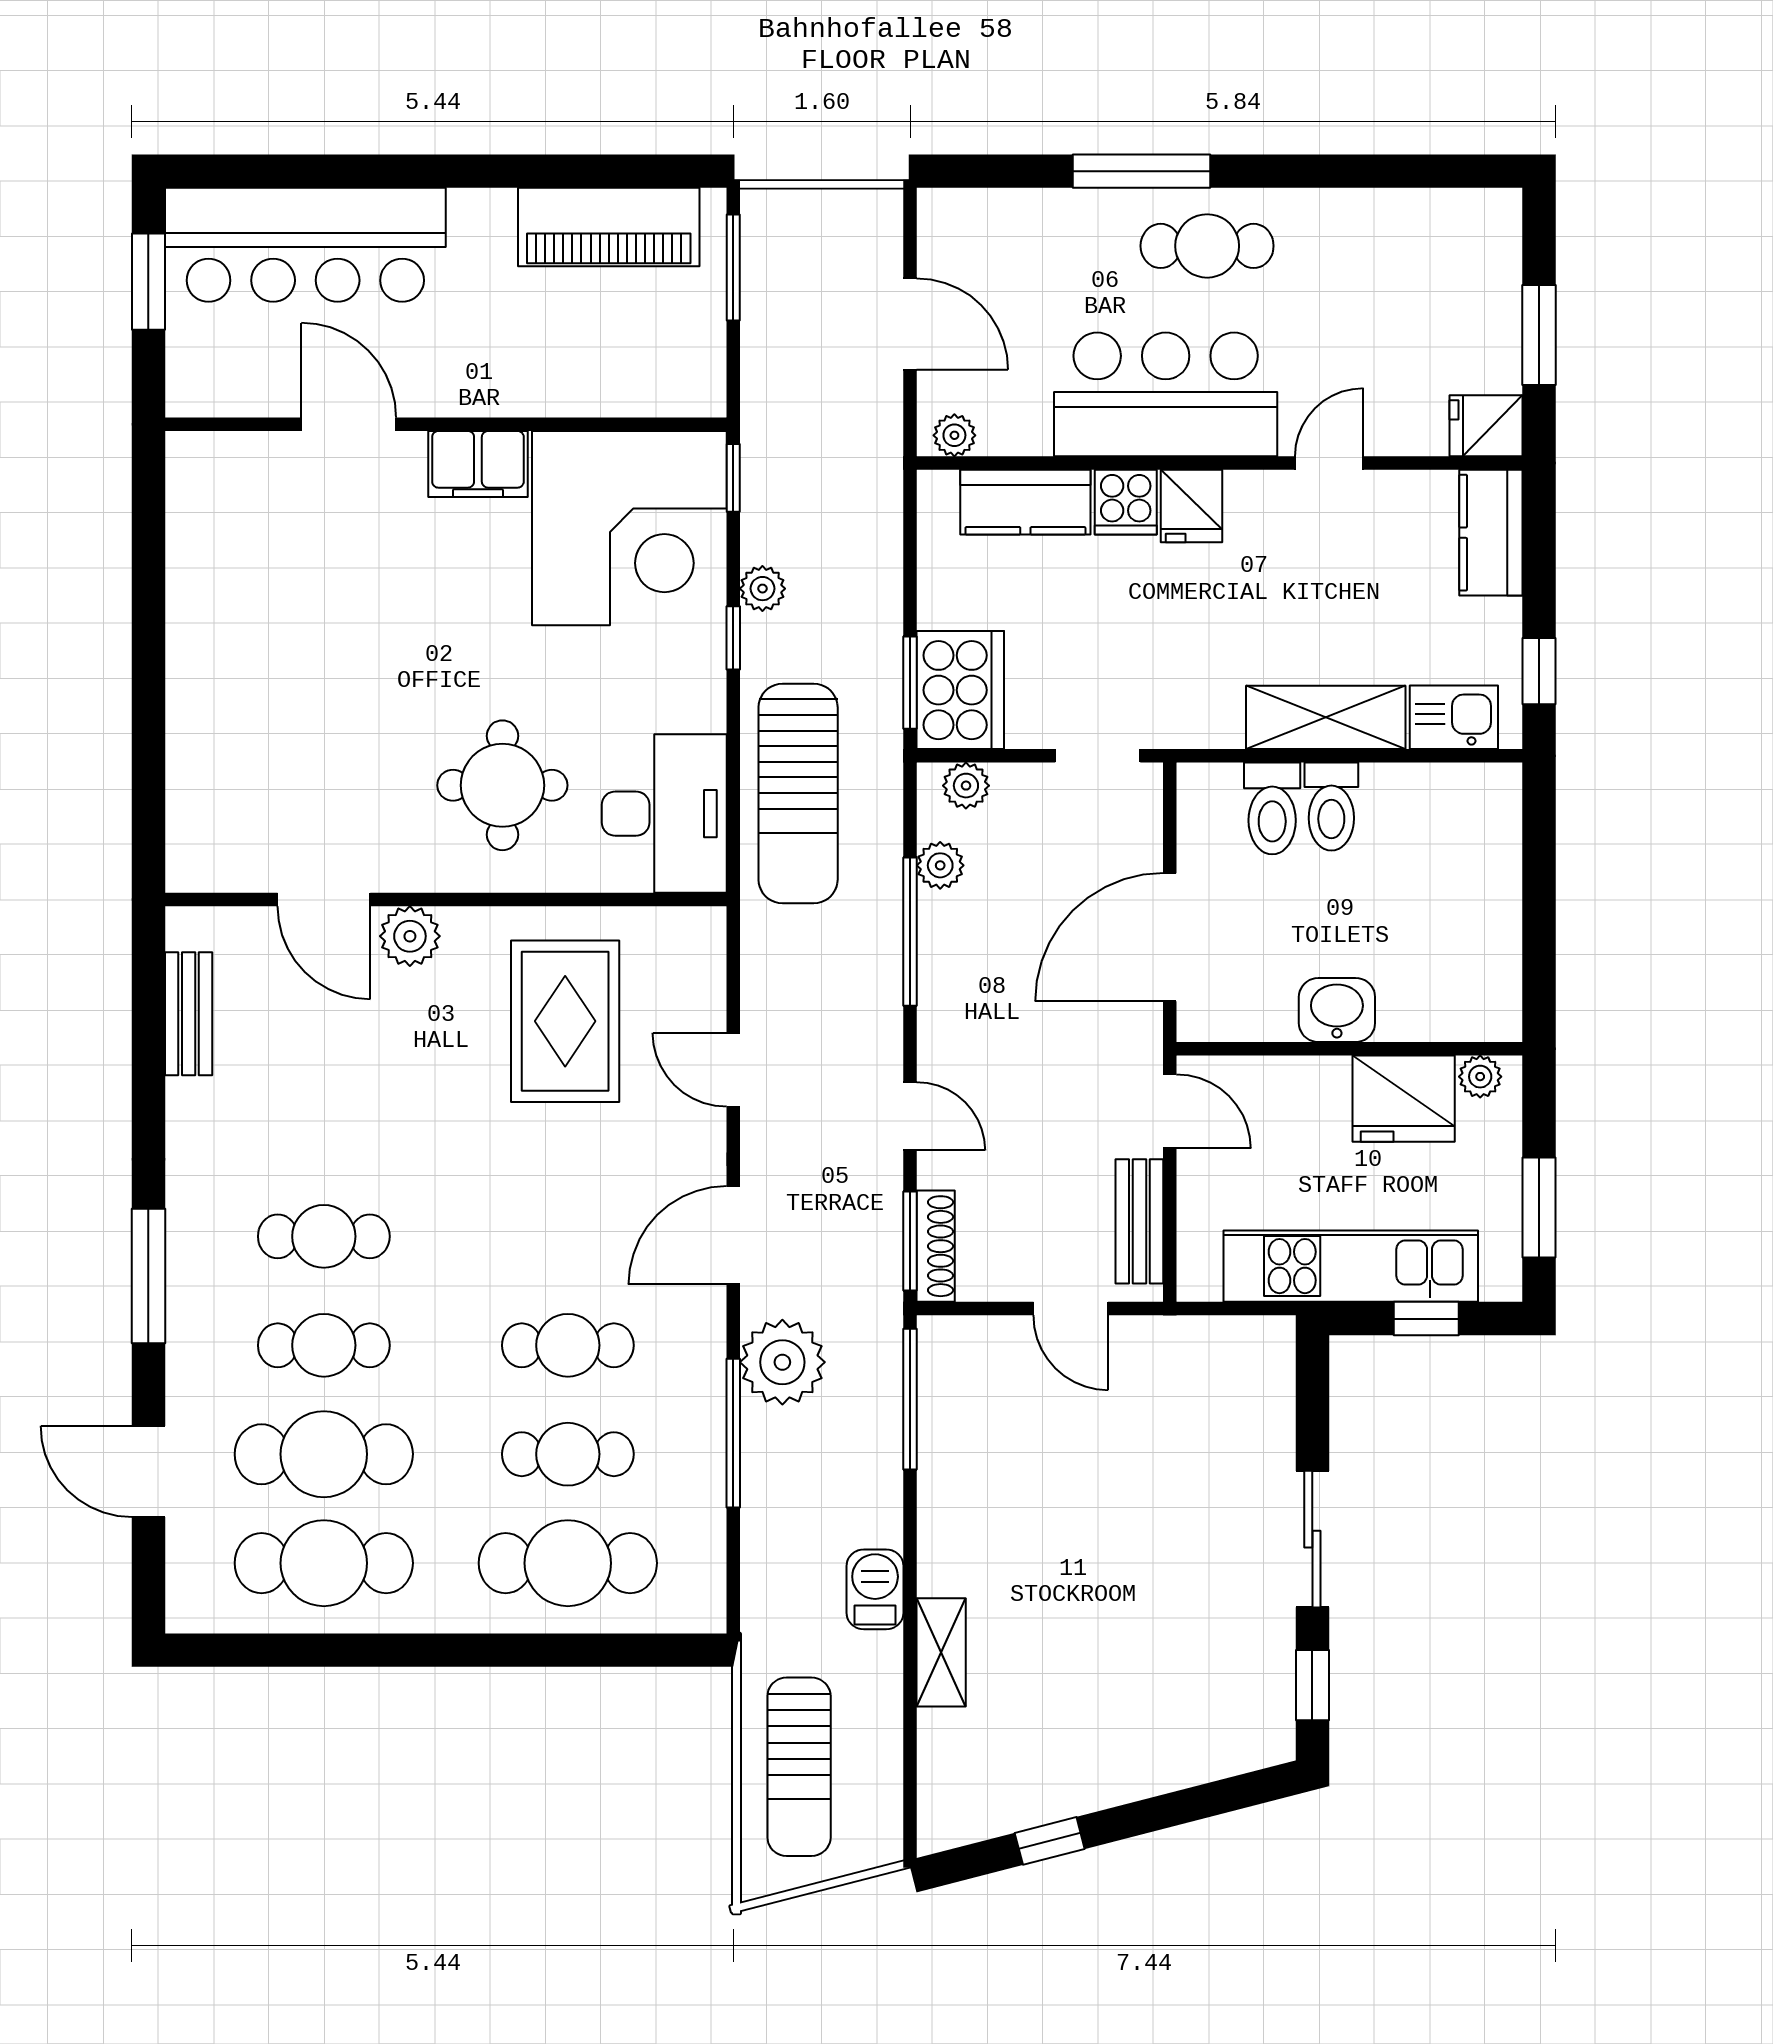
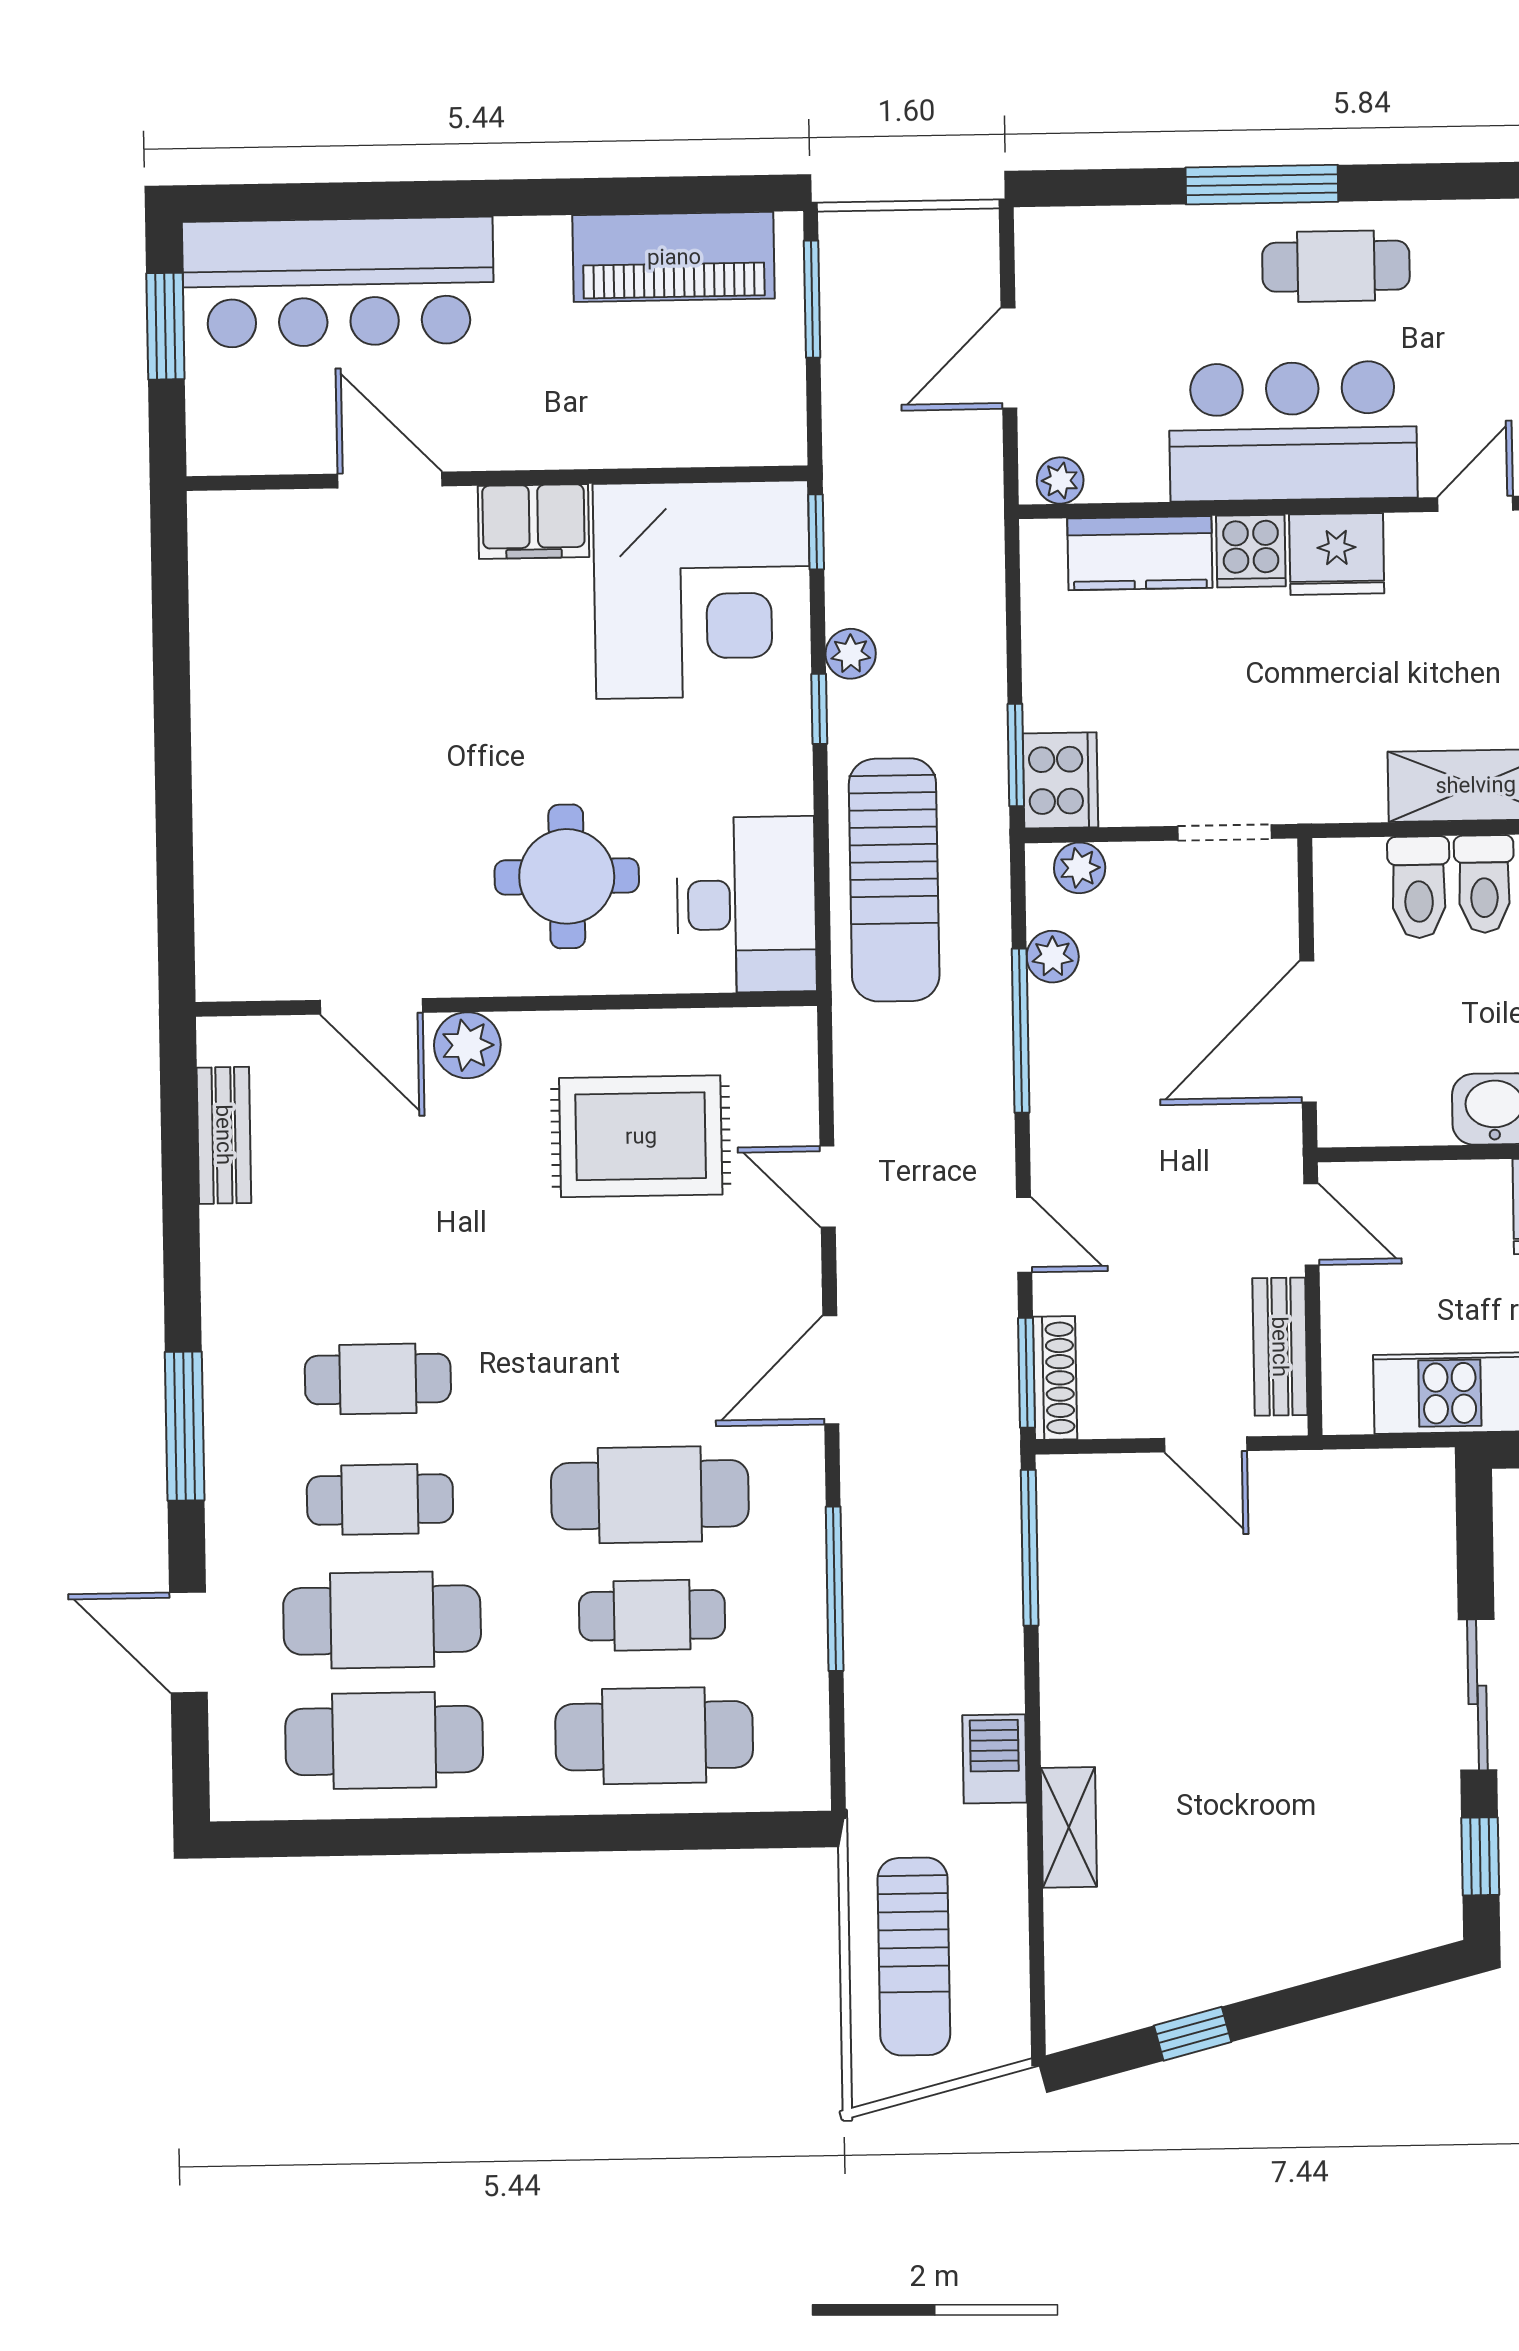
door: (910, 324) -> (1009, 358), swing flipped
fridge: (1191, 506) -> (1337, 554), width x1.38
cooker: (960, 690) -> (1060, 780), width x0.73, depth x0.76
rug: (565, 1021) -> (641, 1136), turned 90
cafe table: (568, 1345) -> (650, 1495), width x1.37, depth x1.35
plant: (782, 1362) -> (888, 1509), removed

